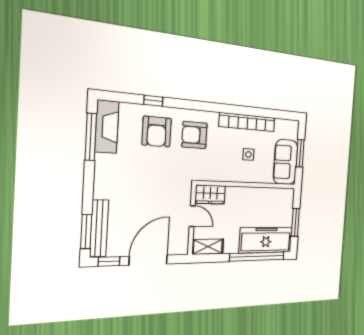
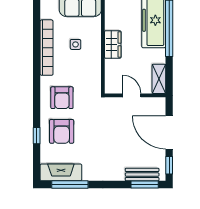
armchair: (157, 132) -> (62, 131), turned 90
wardrobe: (210, 195) -> (113, 44), moved
door: (192, 216) -> (132, 95), hinge flipped
bench: (99, 228) -> (142, 175), width x0.73

